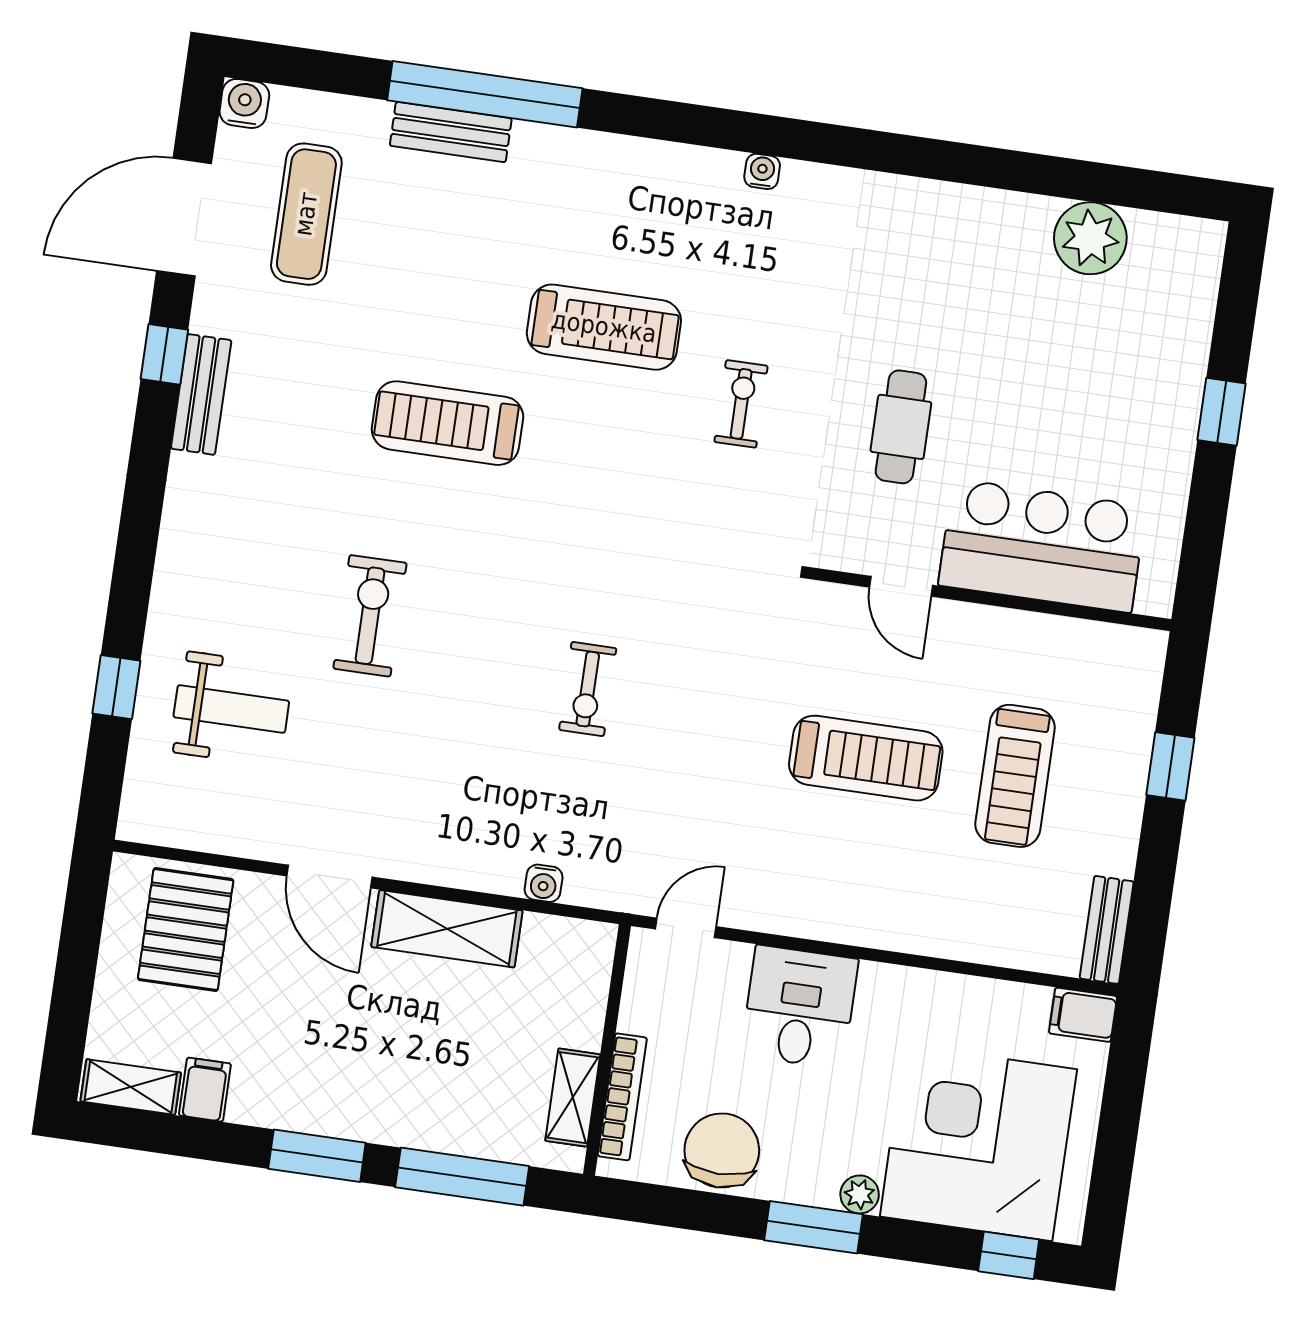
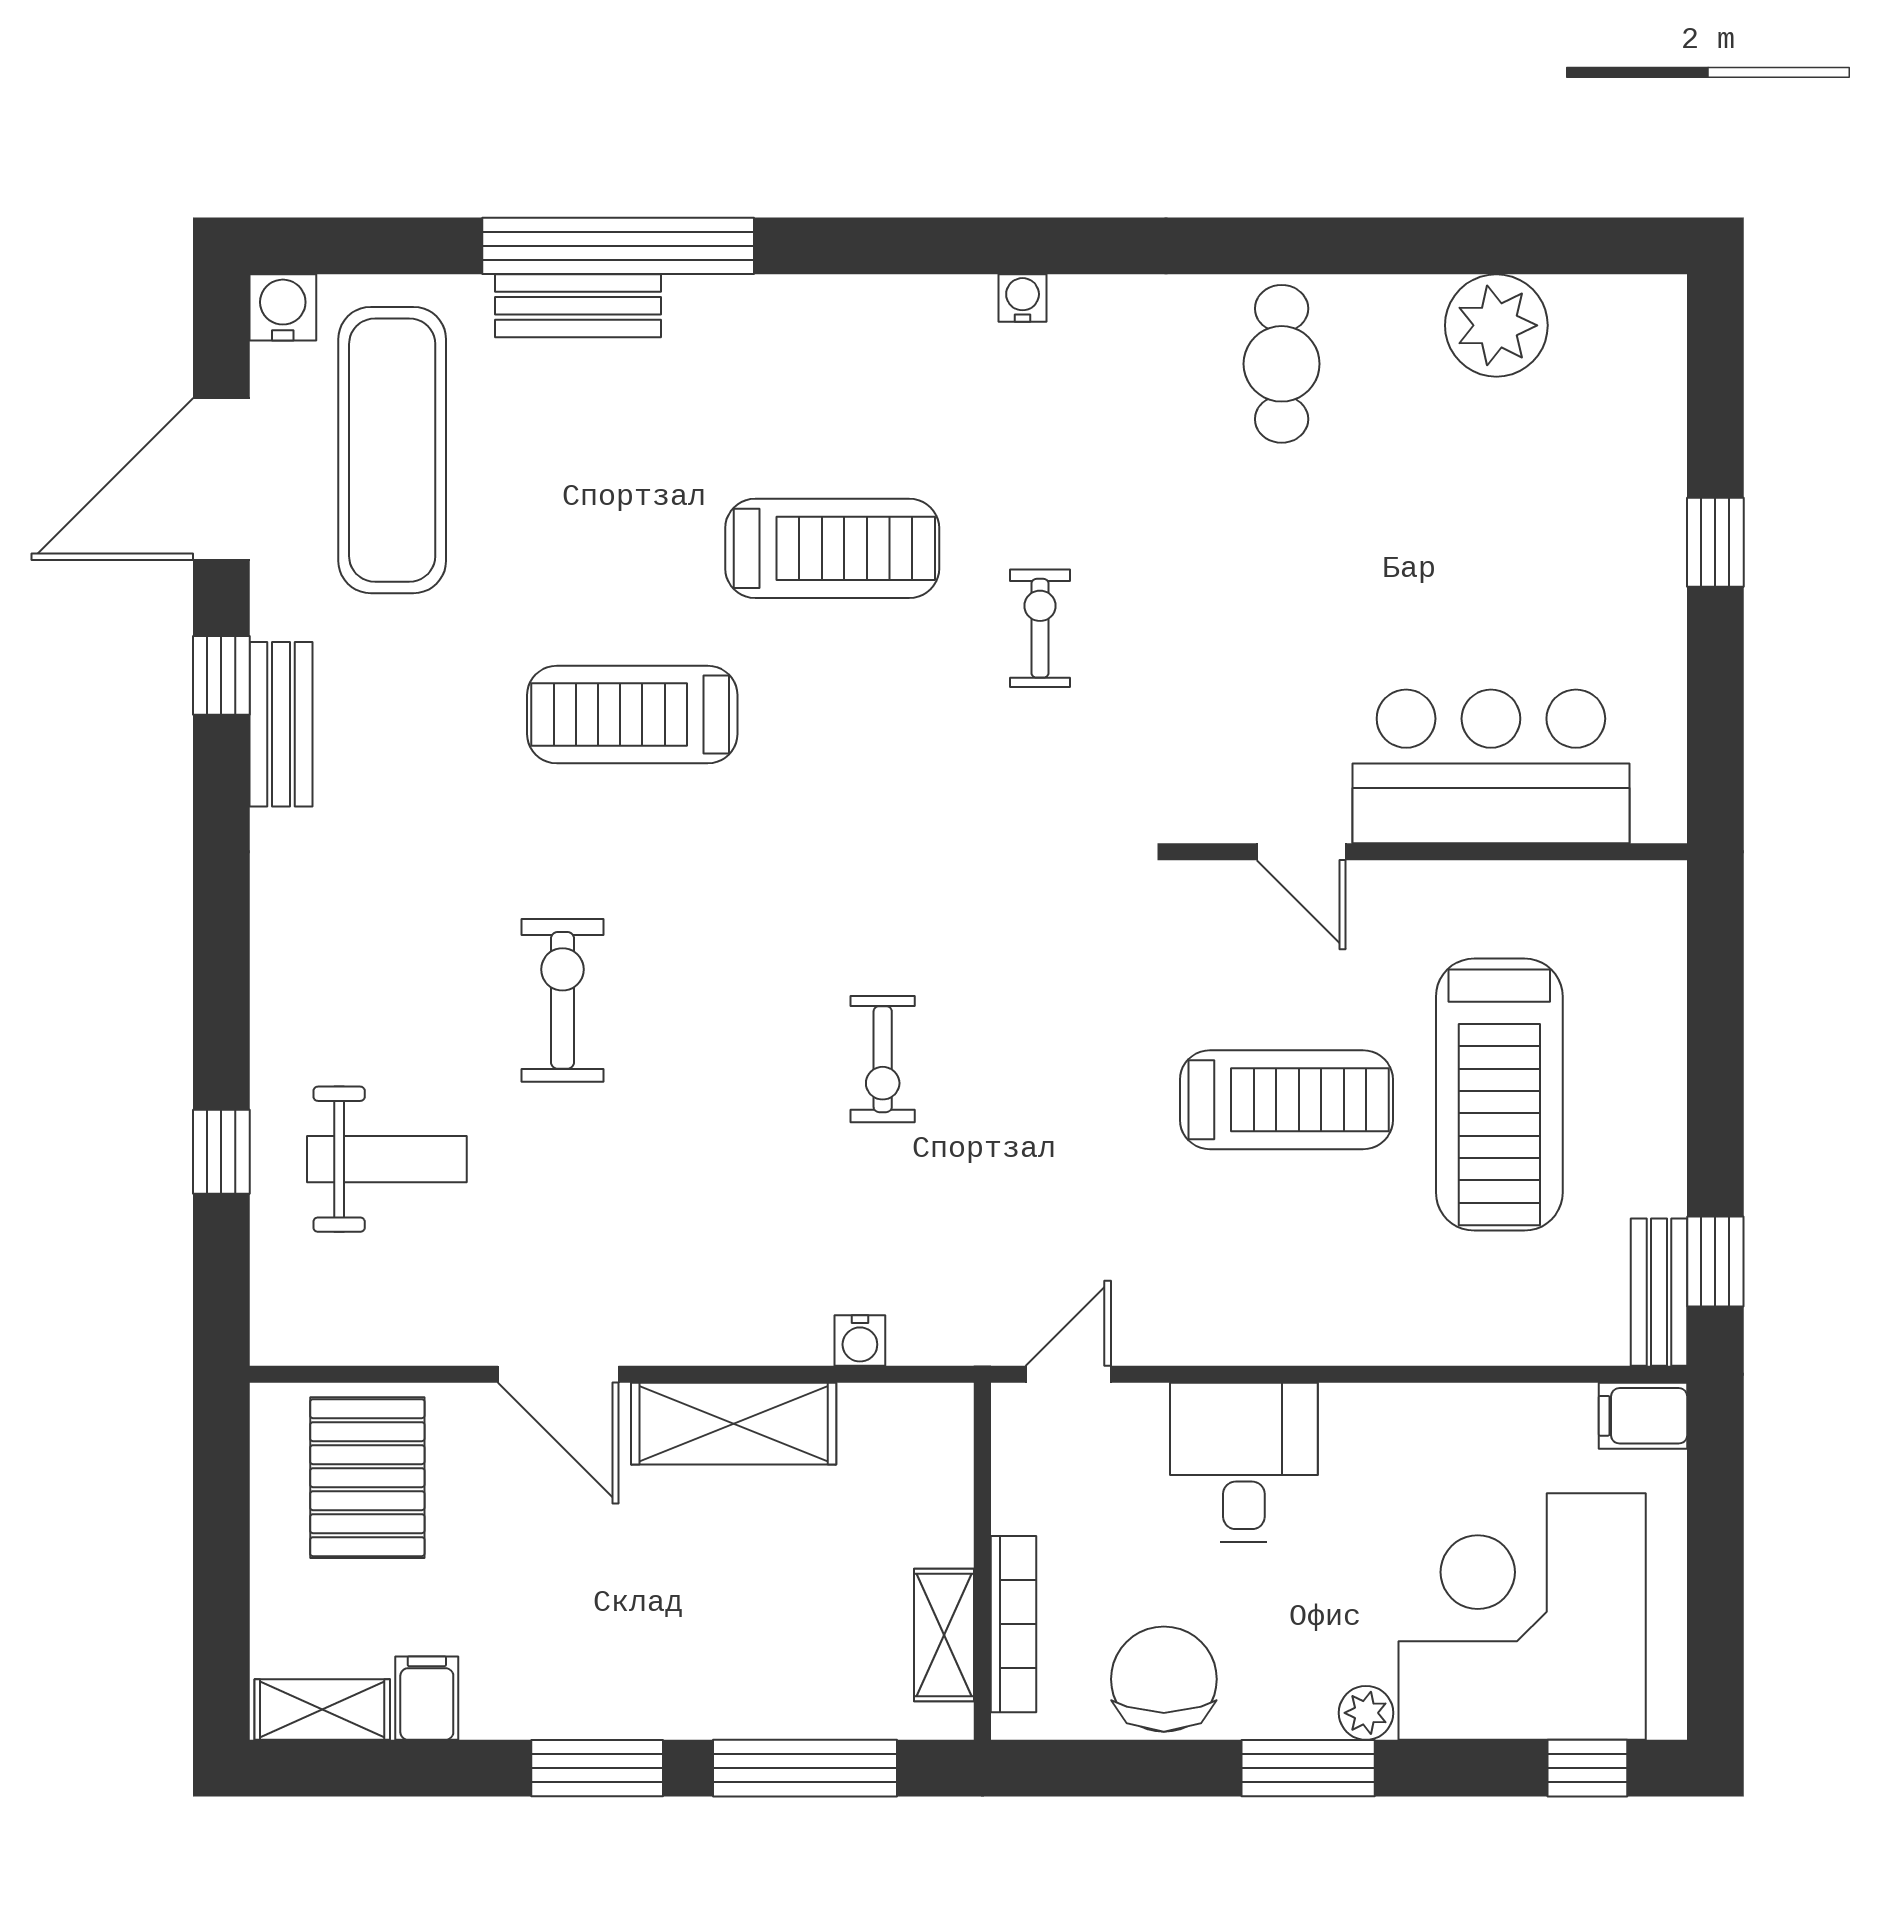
exercise mat: (306, 214) -> (392, 450), width x1.36, depth x1.45
cafe table: (901, 427) -> (1282, 364), moved
window: (1170, 766) -> (1715, 1261), moved
treadmill: (1015, 776) -> (1499, 1095), width x1.37, depth x1.38

